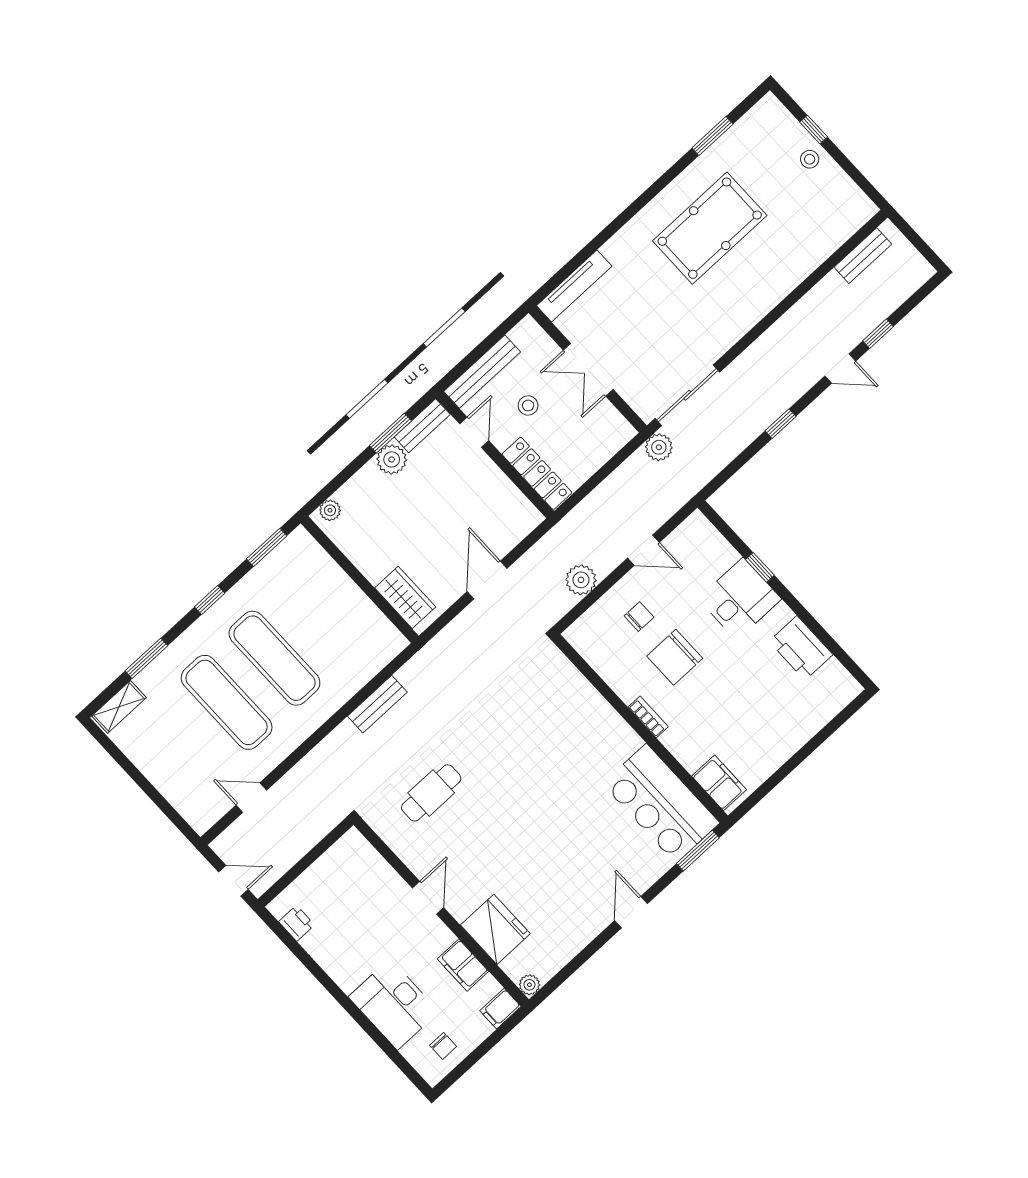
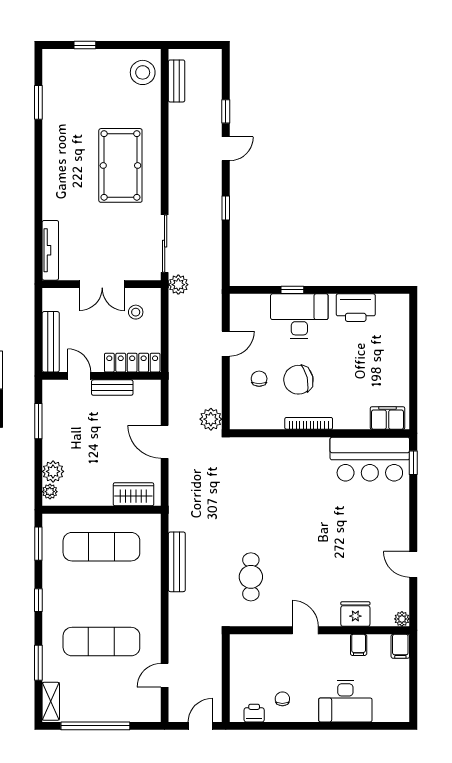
stool: (810, 159) -> (143, 72), moved, width x1.89, depth x1.89
pool table: (710, 228) -> (120, 165), moved
stool: (528, 405) -> (136, 312), moved
bench: (422, 426) -> (112, 388), moved, turned 90
plant: (392, 459) -> (53, 471), moved
plant: (581, 580) -> (211, 419), moved
desk: (740, 599) -> (299, 316), width x1.37
chair: (675, 657) -> (298, 380), turned 77
exercise mat: (274, 658) -> (101, 547), moved
bench: (377, 704) -> (177, 562), width x1.36
bookcase: (648, 717) -> (309, 423), width x1.56
window: (136, 775) -> (95, 726), added
window: (698, 851) -> (413, 463), width x0.67
door: (631, 912) -> (413, 564), moved
fridge: (495, 929) -> (355, 614), width x0.73, depth x0.75
filing cabinet: (463, 965) -> (359, 645), width x0.50
chair: (443, 1046) -> (282, 699), moved, turned -90

